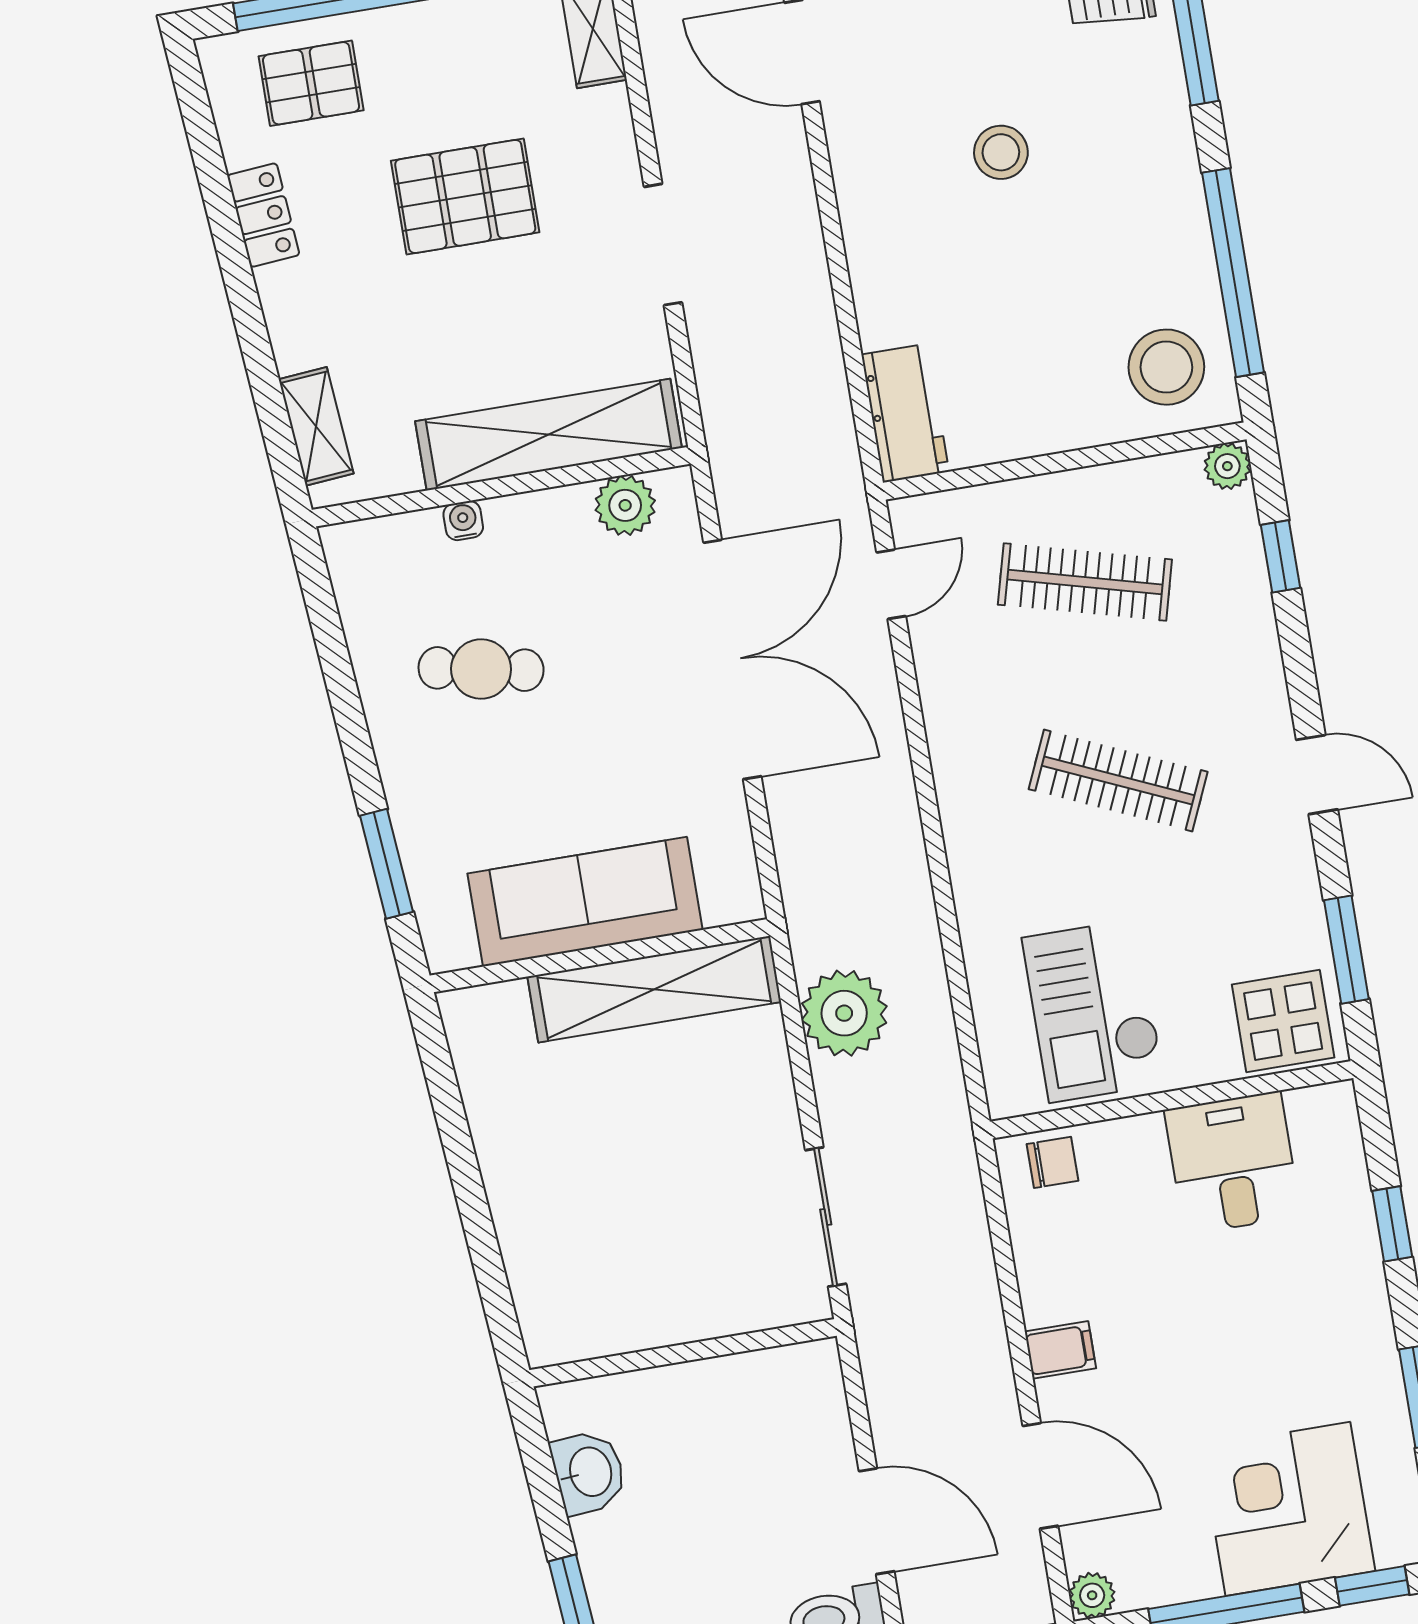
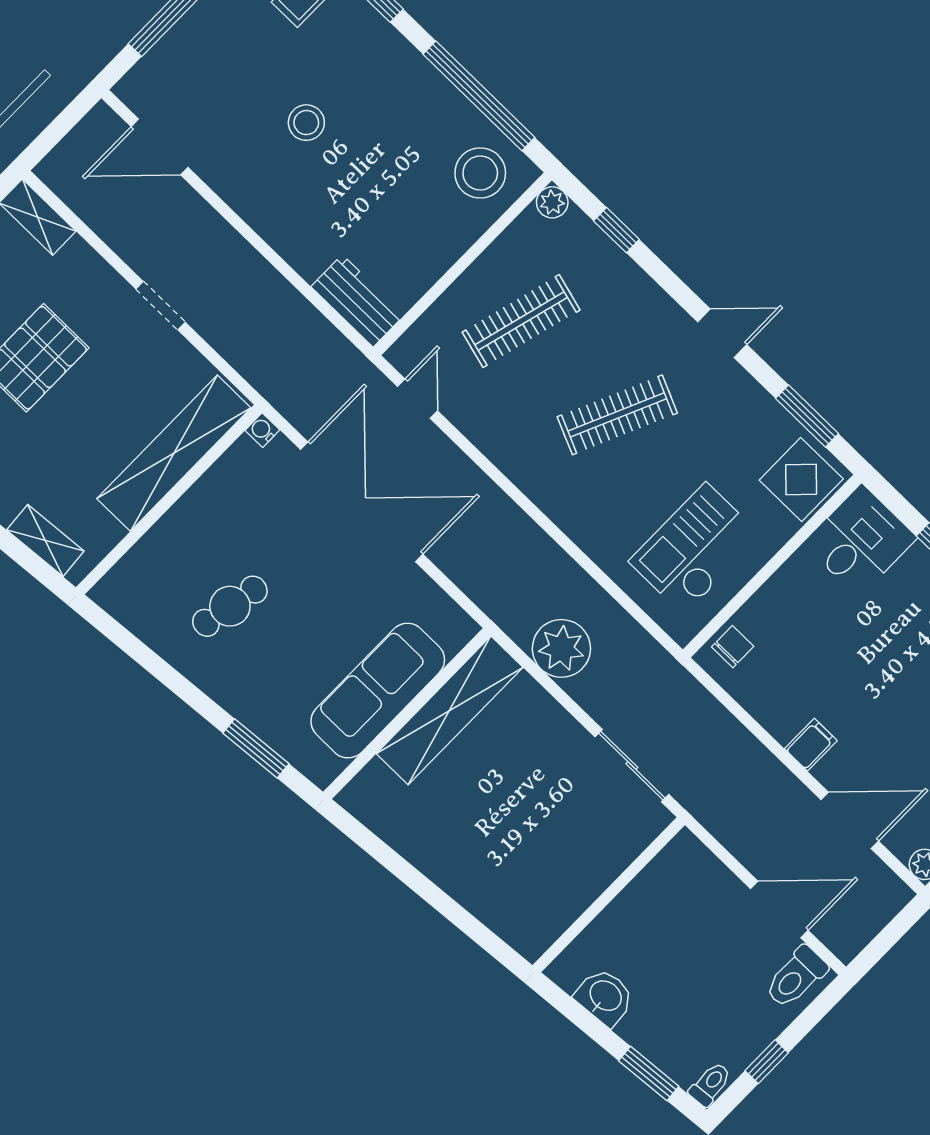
doorway: (663, 245) -> (161, 306), width x0.73
plant: (625, 505) -> (243, 461), removed
water cooler: (463, 521) -> (262, 430), moved
checkout: (1094, 1011) -> (695, 549), turned 90
desk: (1233, 1163) -> (860, 541), moved, turned 90

